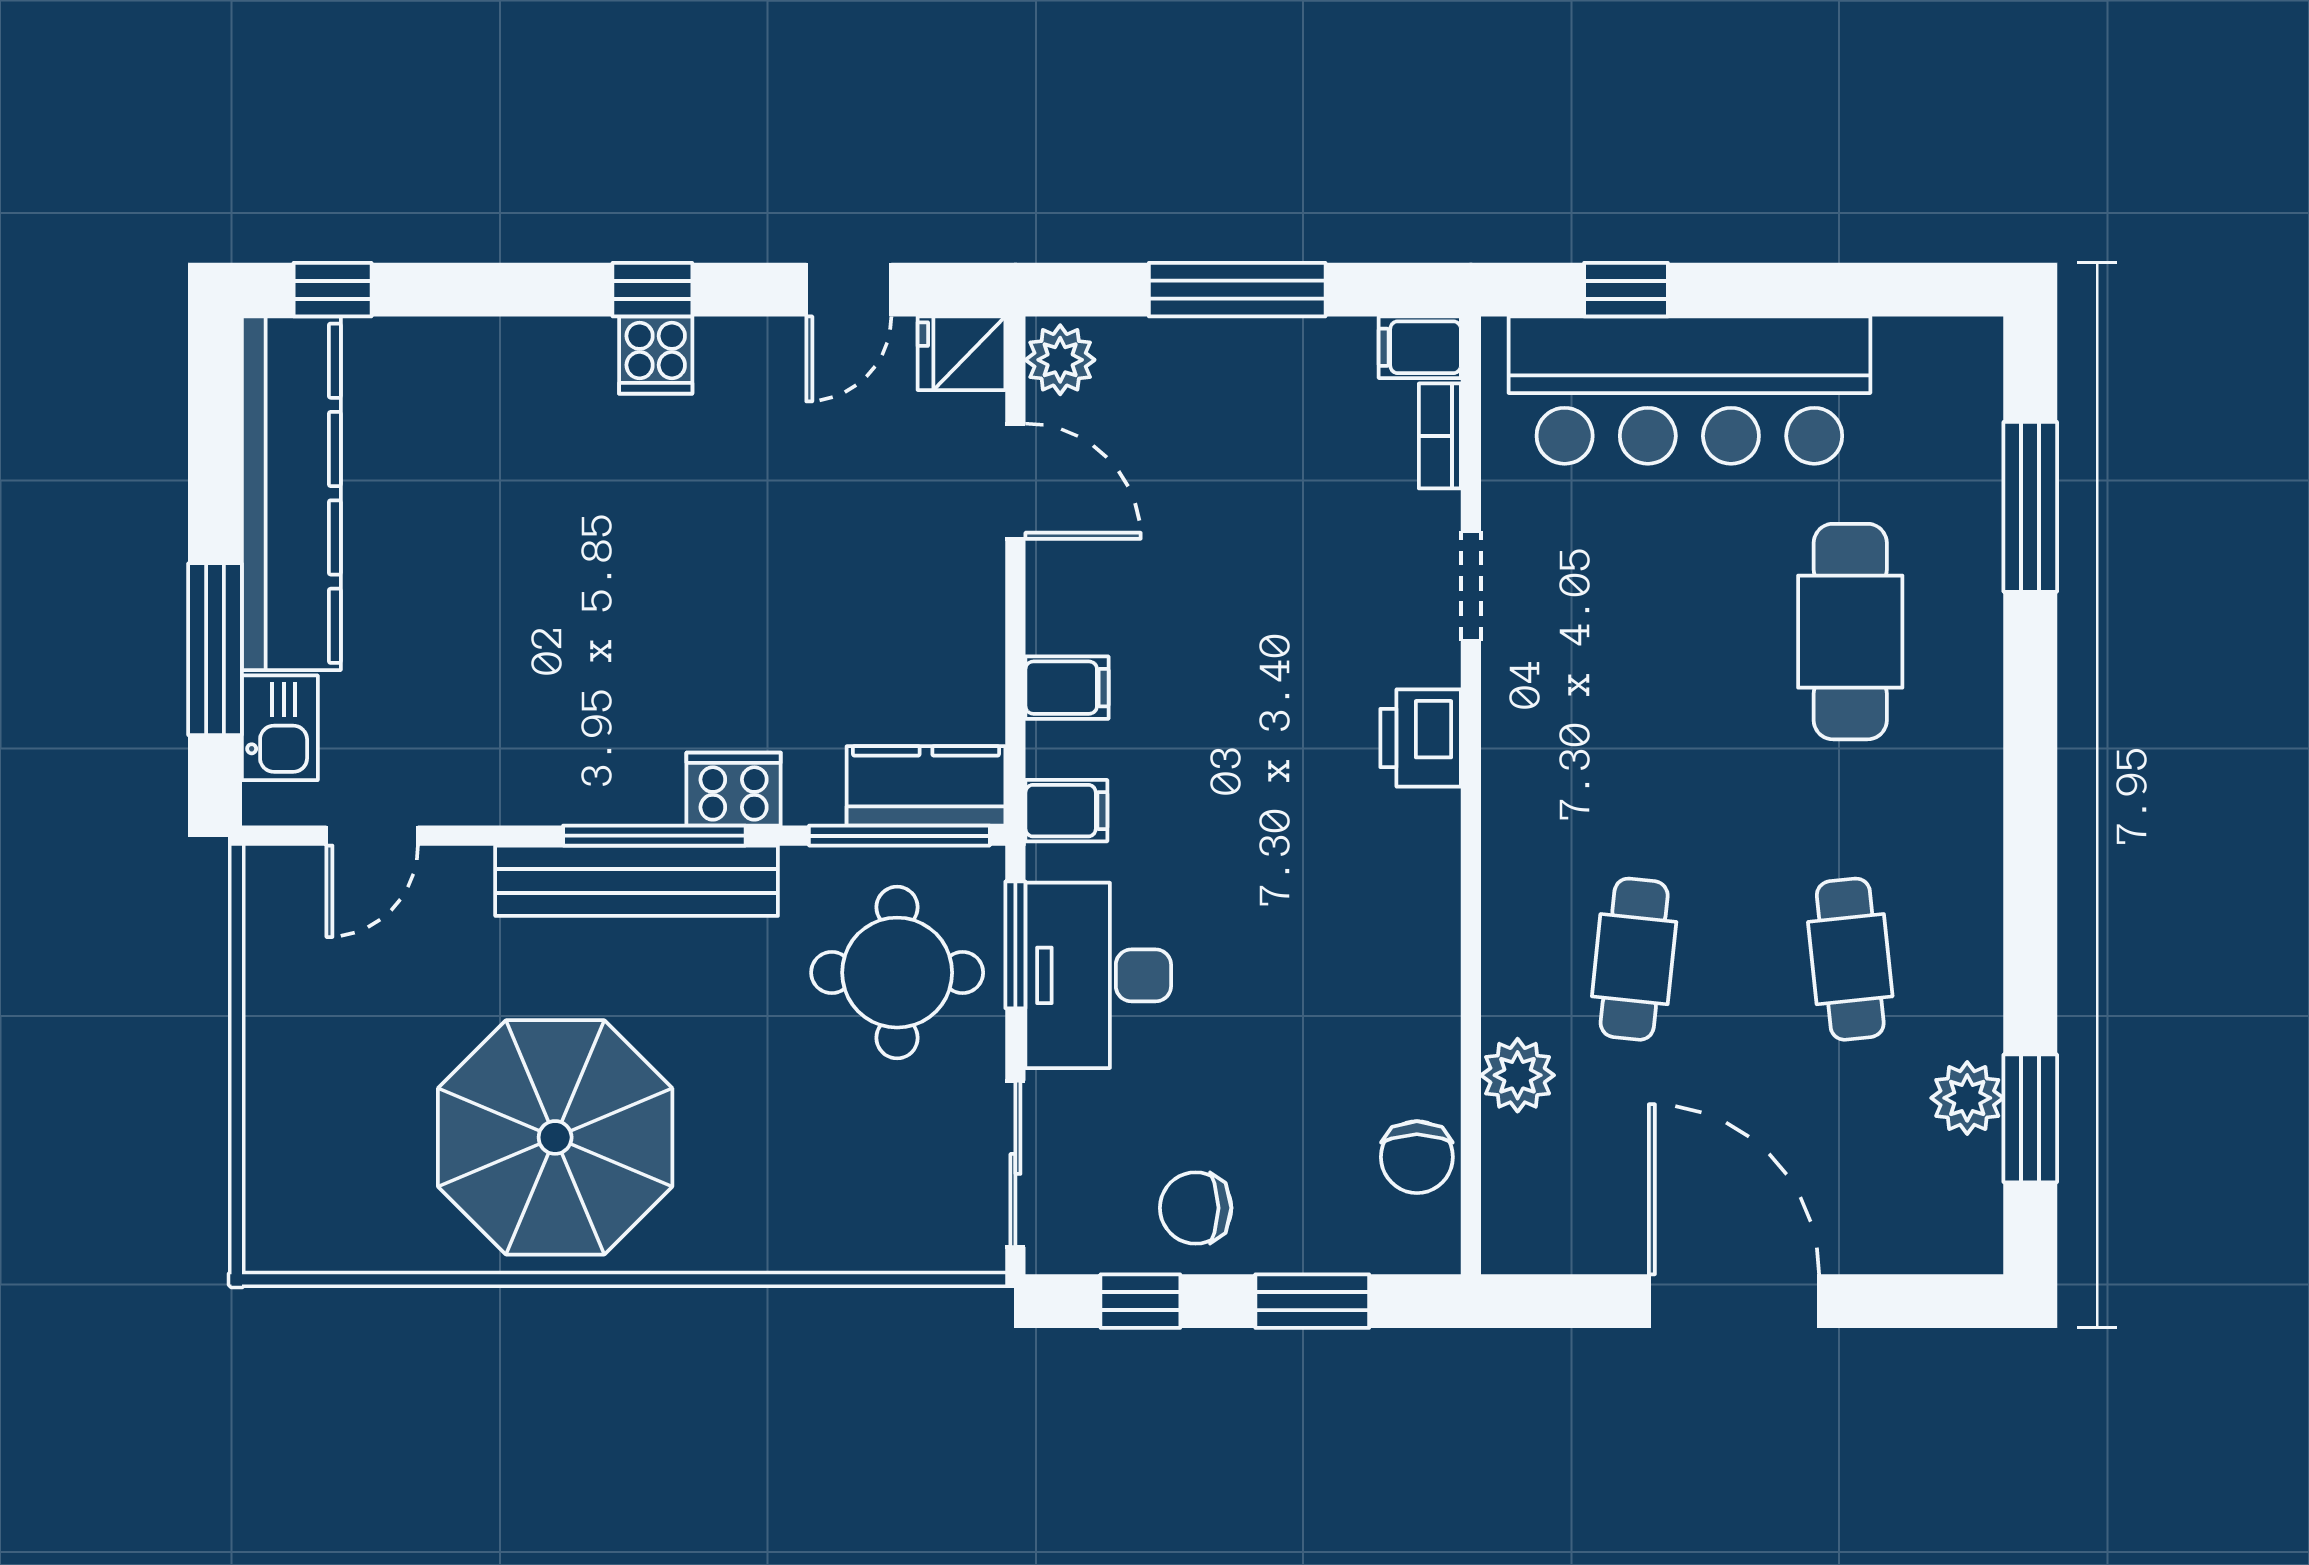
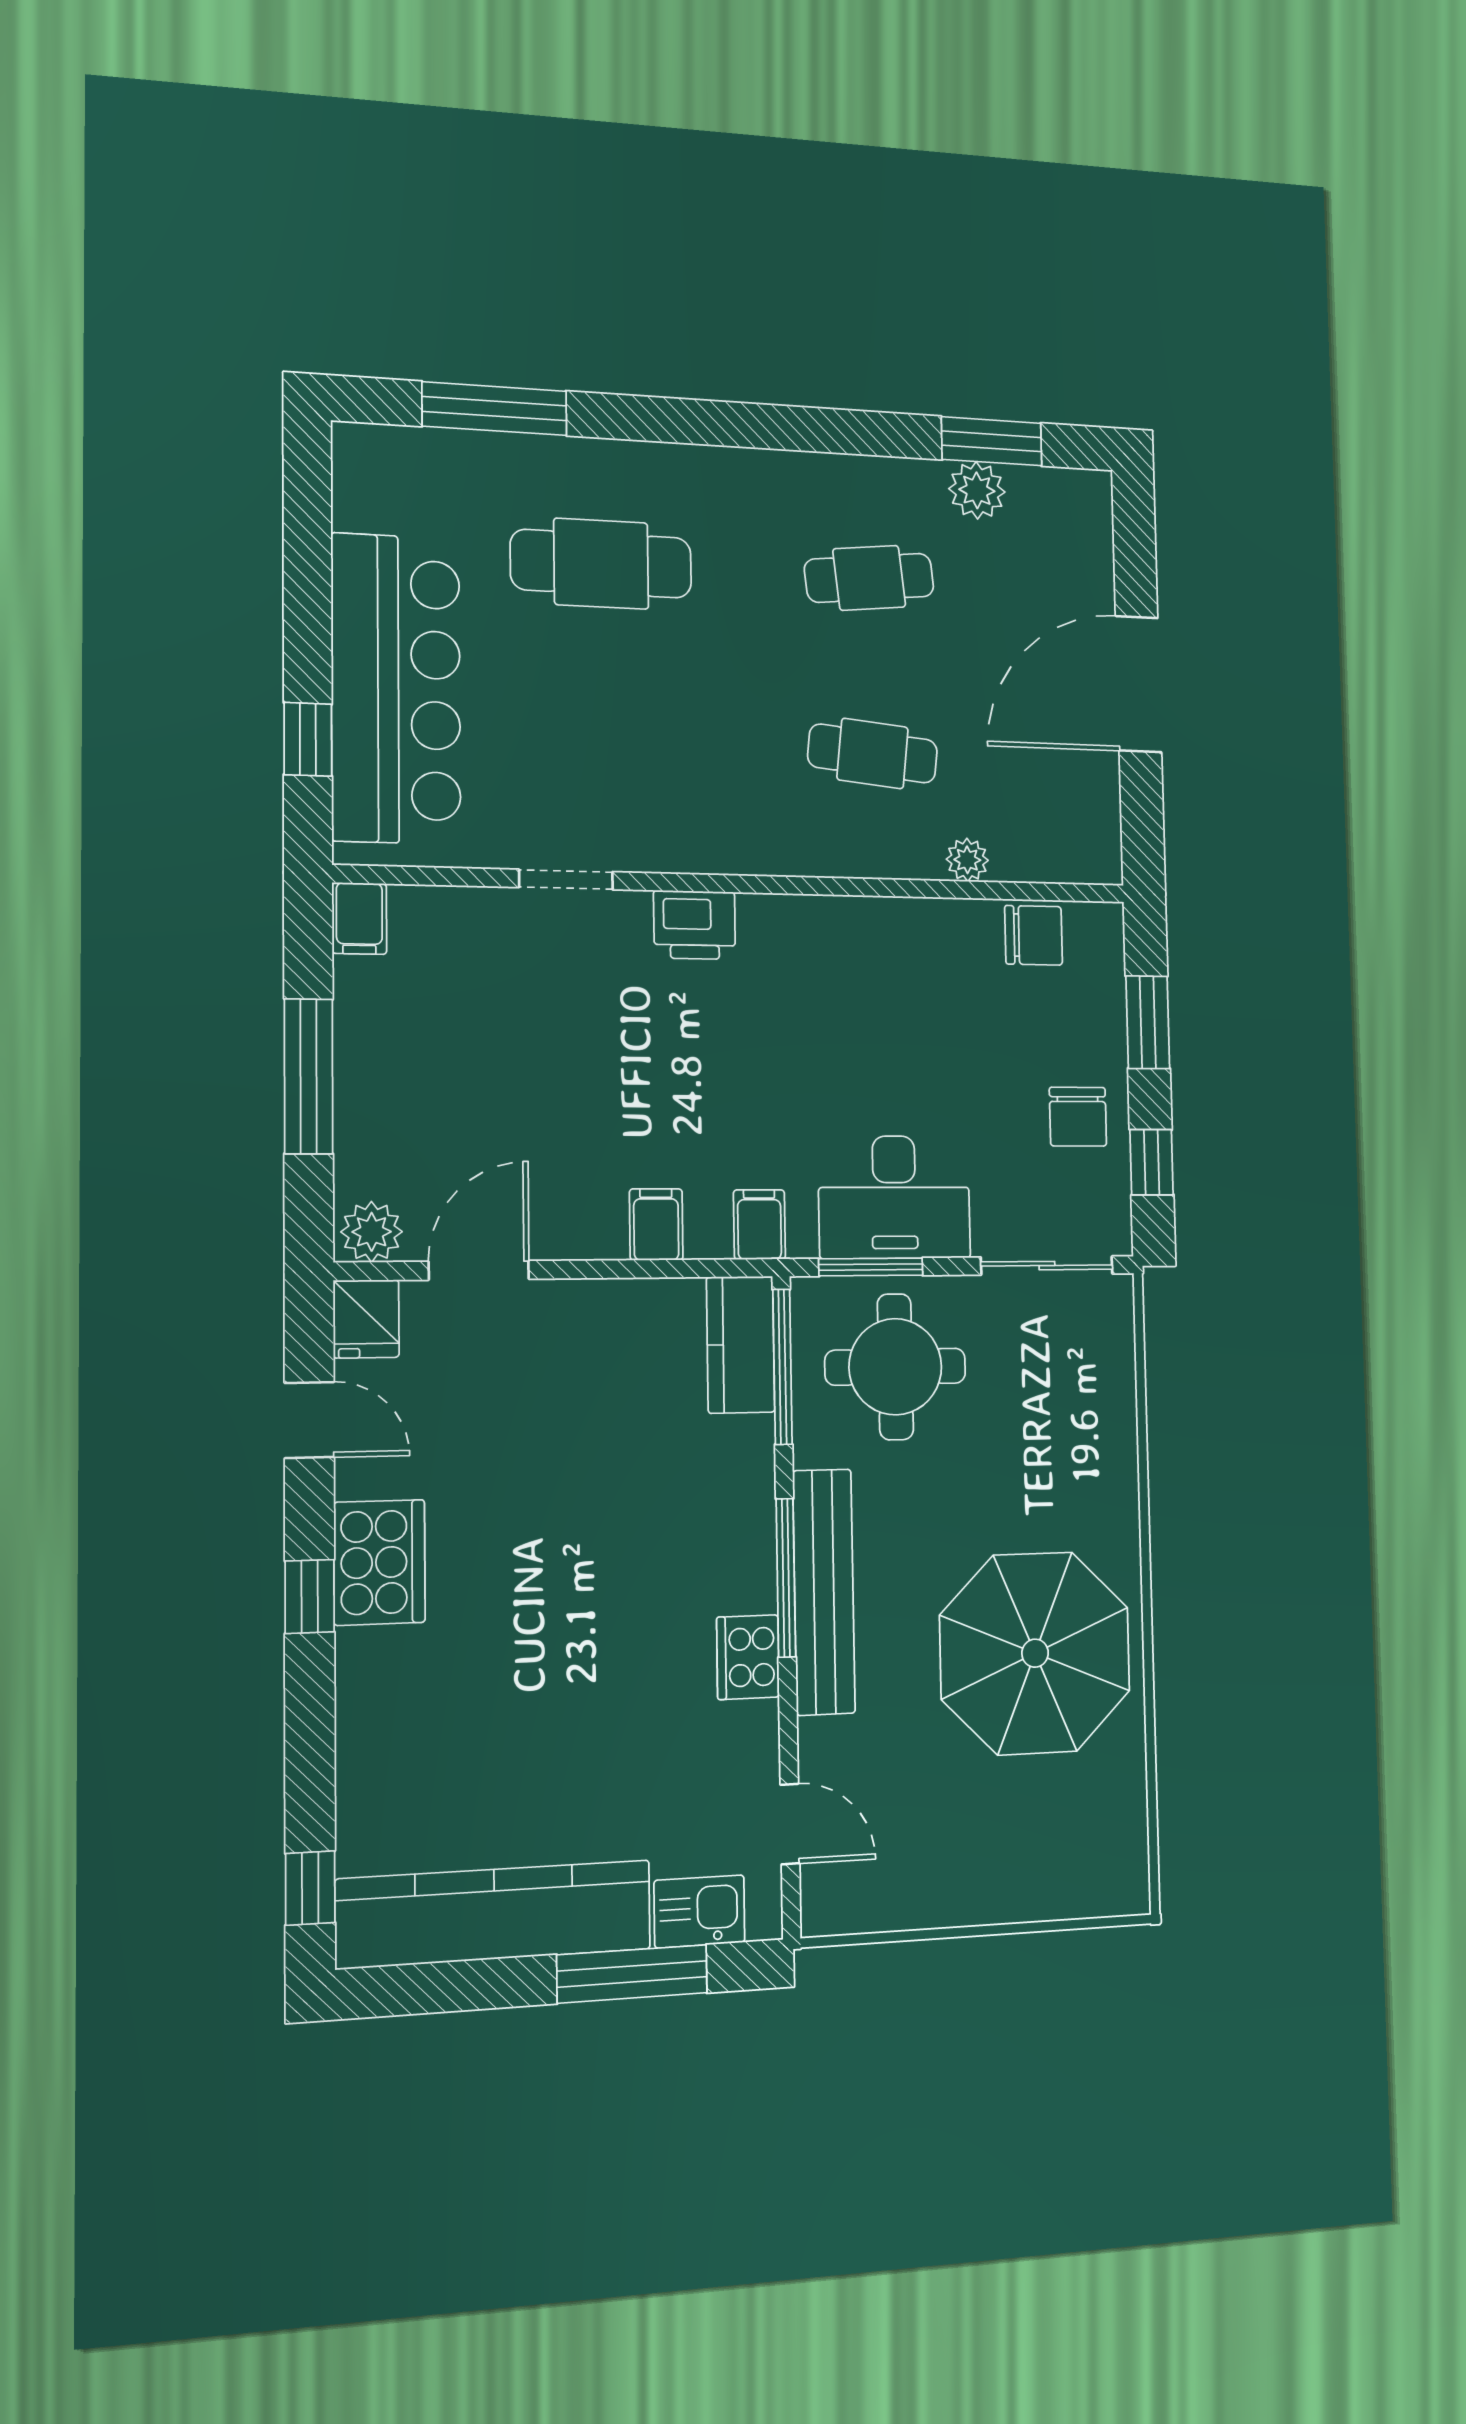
cooker: (656, 355) -> (379, 1562), width x1.87, depth x1.31
bookcase: (1440, 436) -> (437, 903), removed
cooker: (734, 789) -> (748, 1657), moved
plant: (1518, 1075) -> (967, 860), width x0.73, depth x0.73

